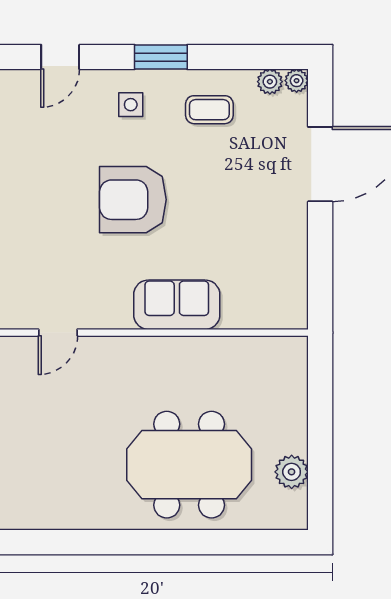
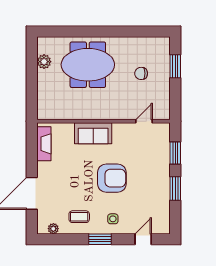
plant: (297, 81) -> (42, 229), removed
fireplace: (292, 280) -> (44, 144), added
chair: (65, 444) -> (141, 73), added

